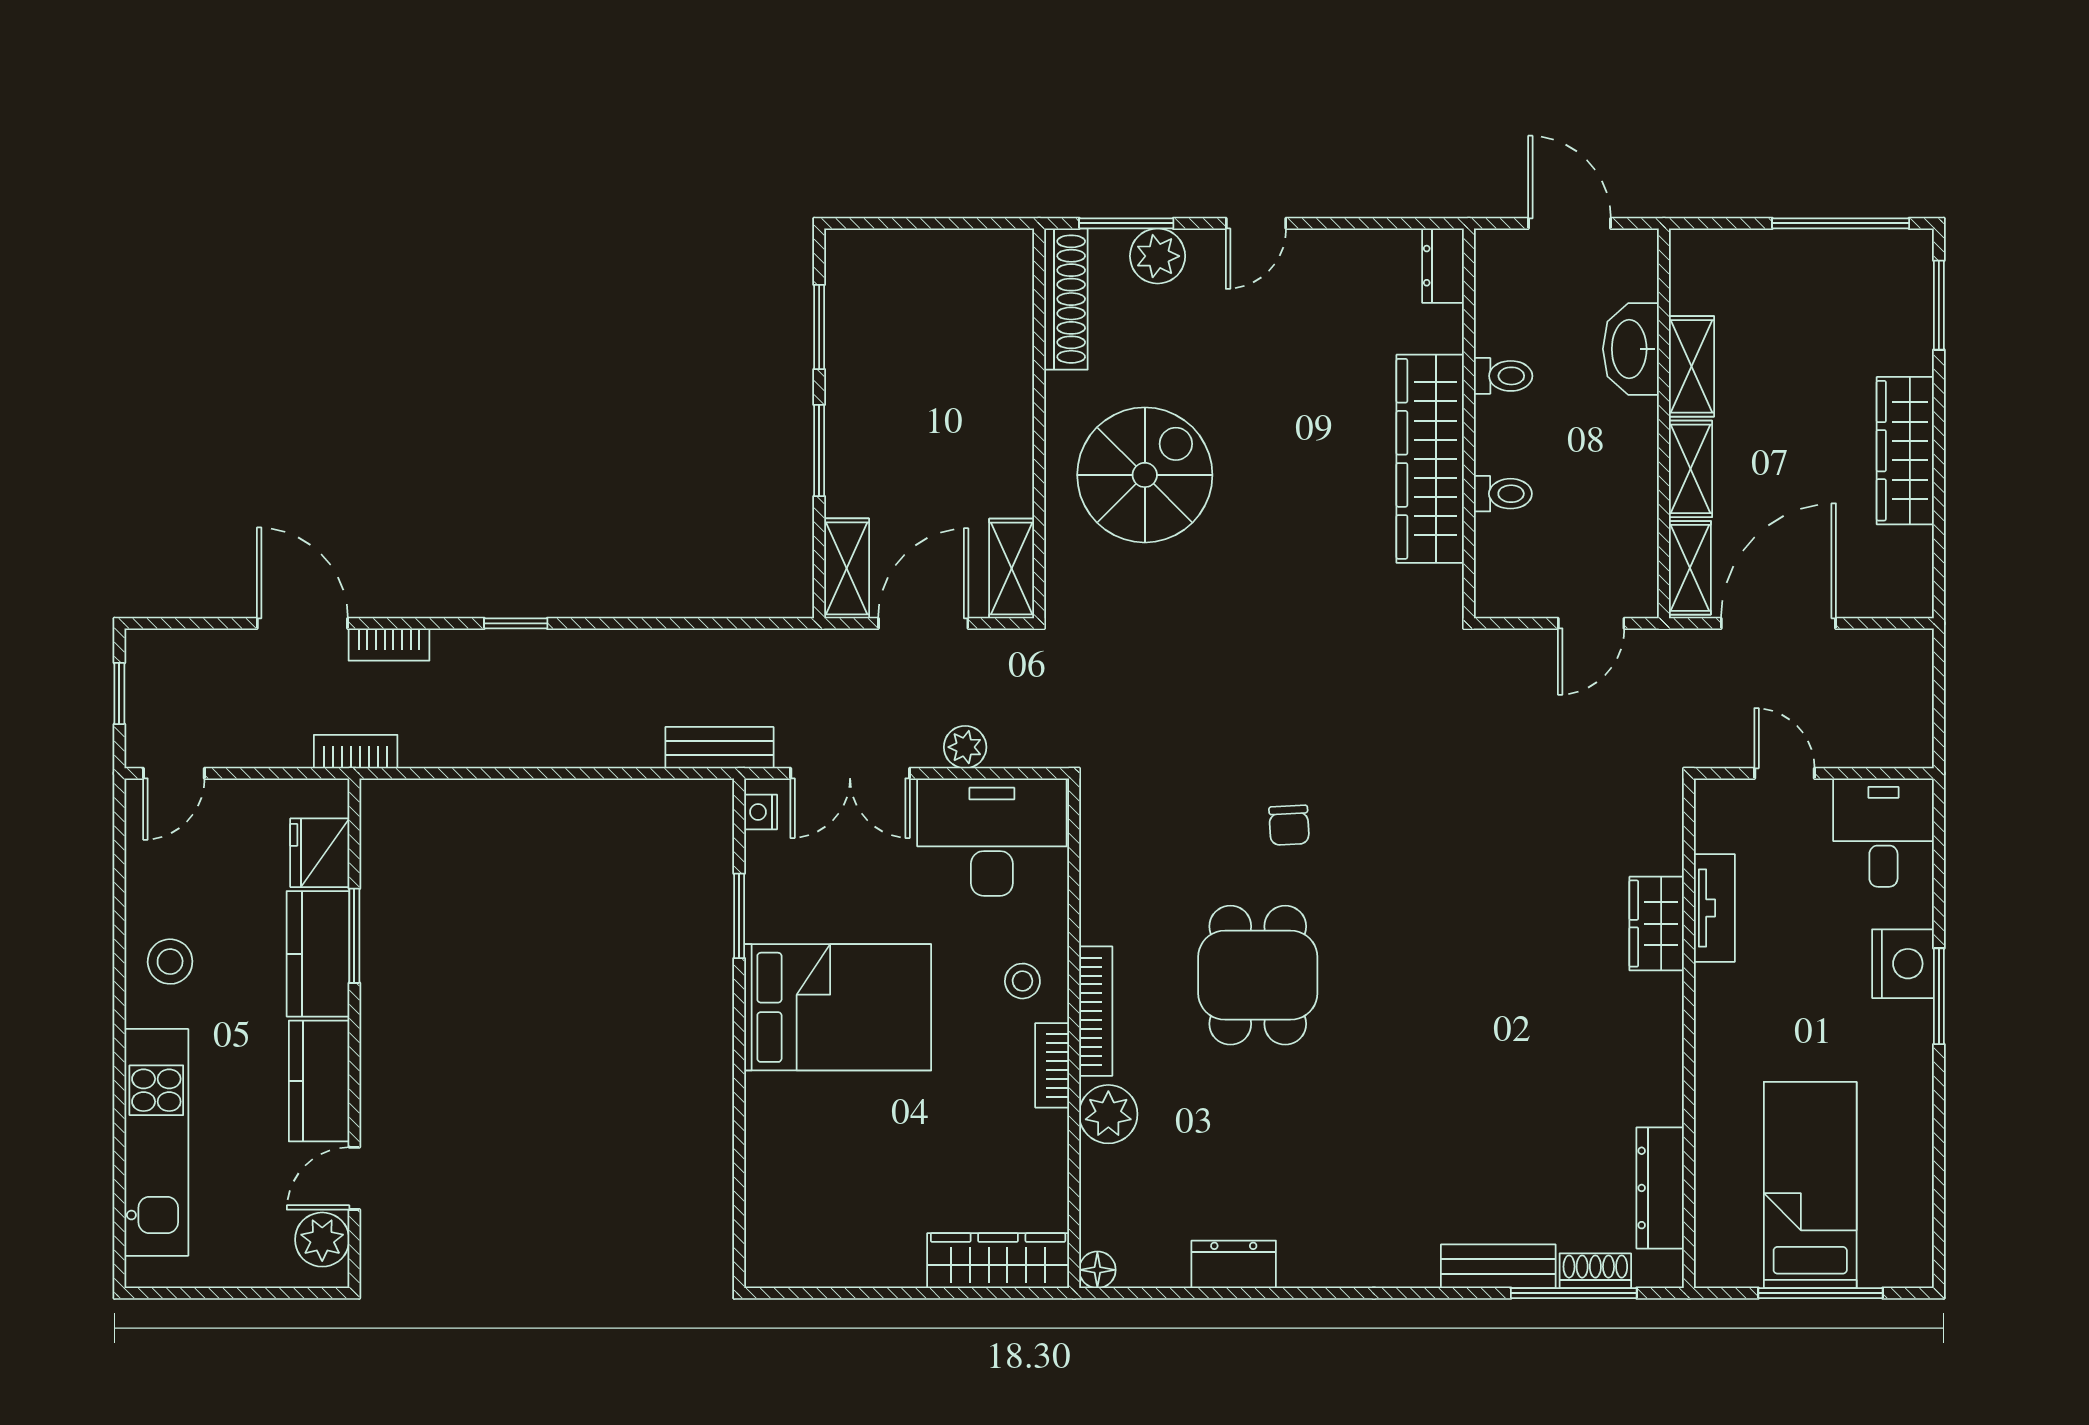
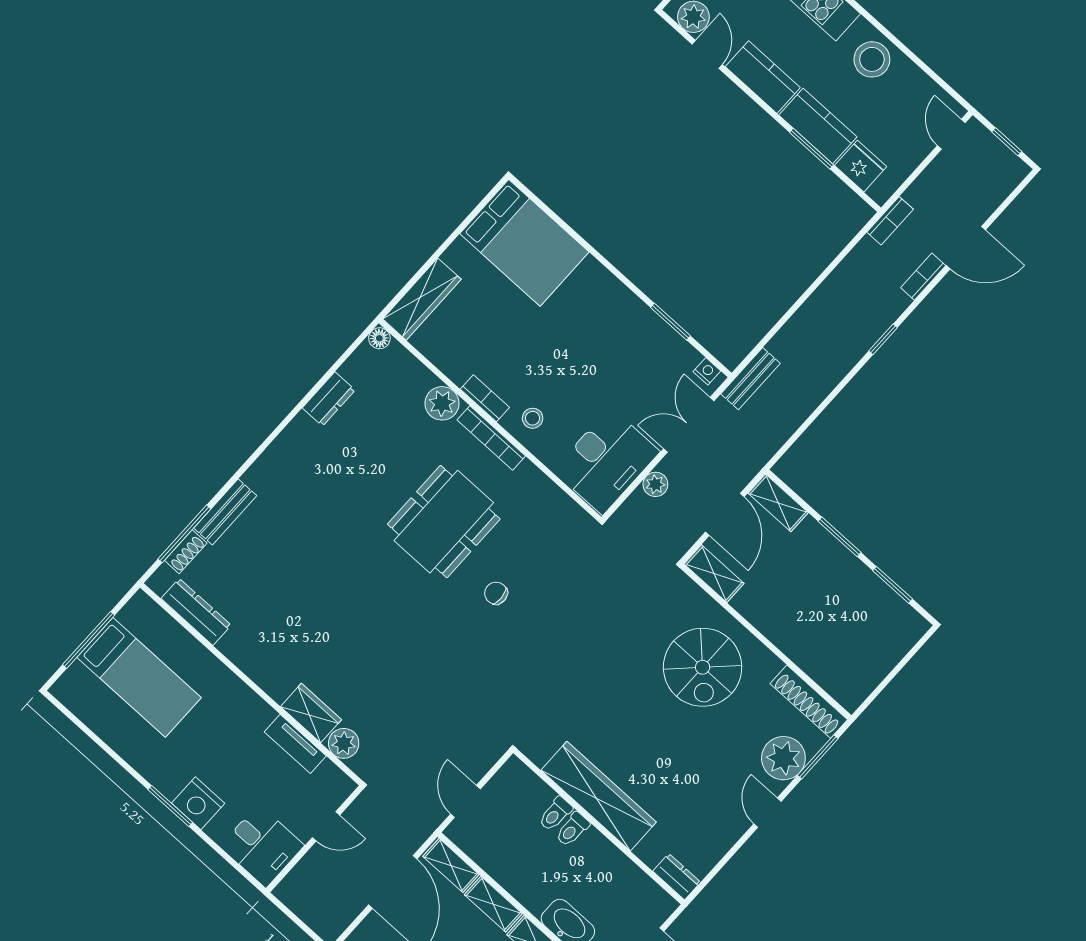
plant: (1158, 256) -> (783, 758), width x1.36, depth x1.36
toilet: (1503, 376) -> (572, 829), moved
plant: (1658, 847) -> (344, 743), added
stool: (170, 962) -> (872, 59), width x1.38, depth x1.38
dining table: (1258, 975) -> (444, 522), width x1.38
bed: (838, 1007) -> (524, 243), moved, turned -90

